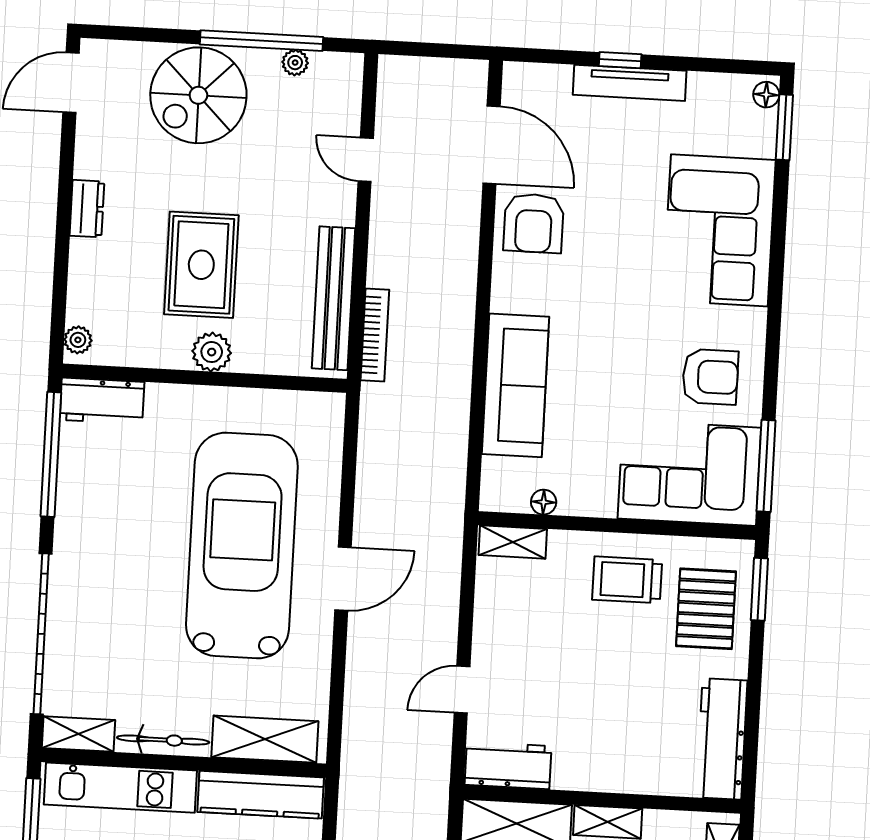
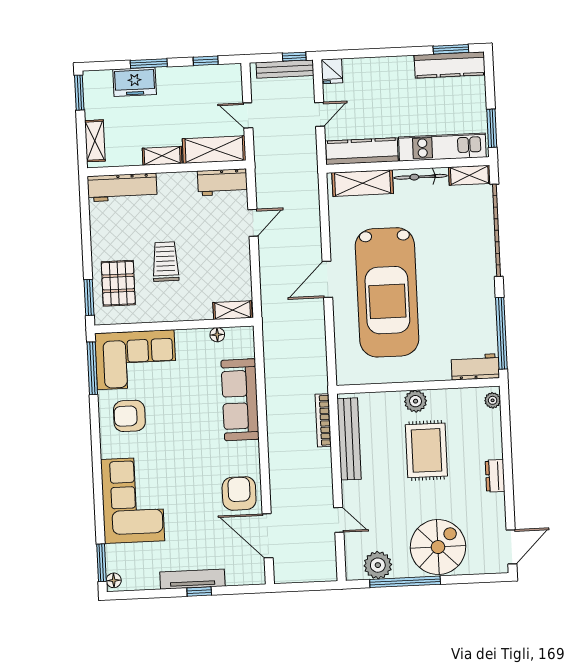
plant: (295, 63) -> (378, 565), width x1.88, depth x1.88
trolley: (627, 580) -> (165, 262), moved, turned -90
workbench: (722, 739) -> (122, 187), moved, turned 90

